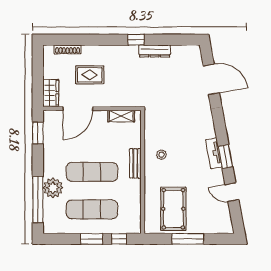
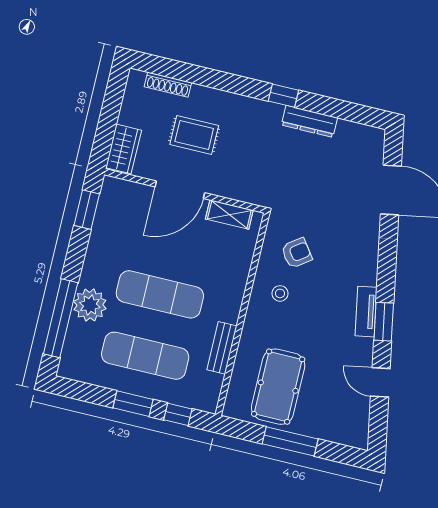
door: (78, 109) -> (180, 190), moved
armchair: (165, 129) -> (297, 253), added
bench: (135, 163) -> (222, 348), moved

